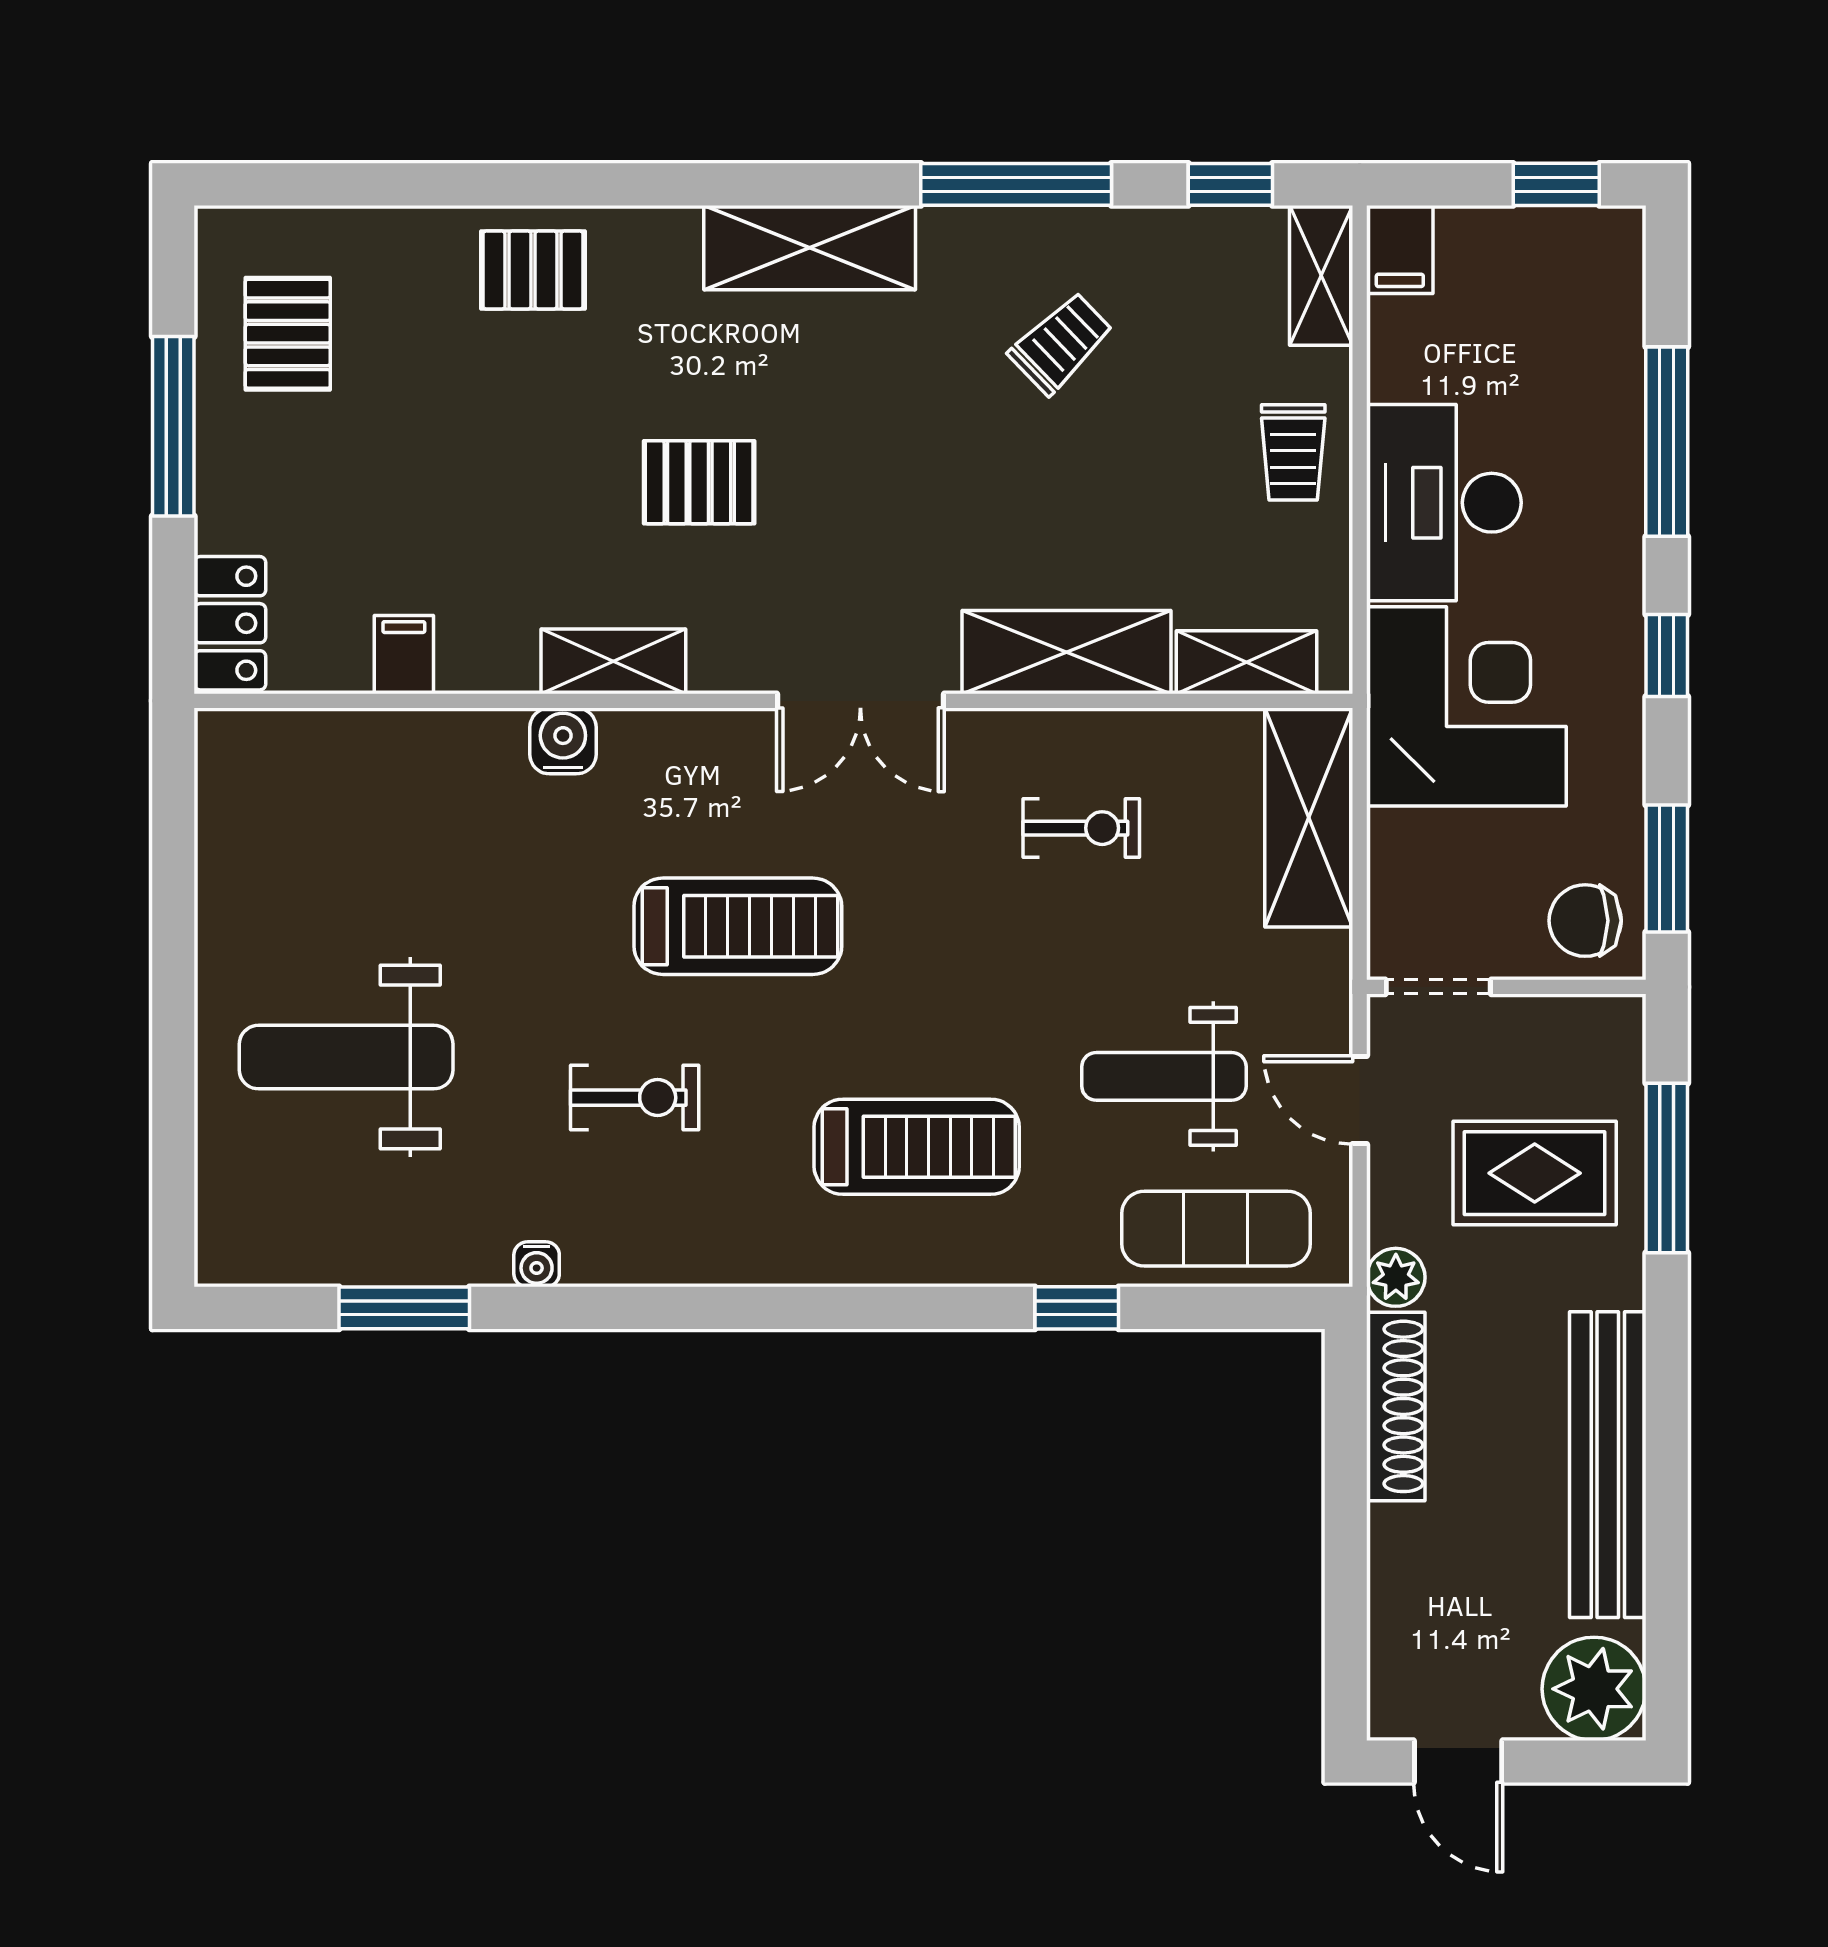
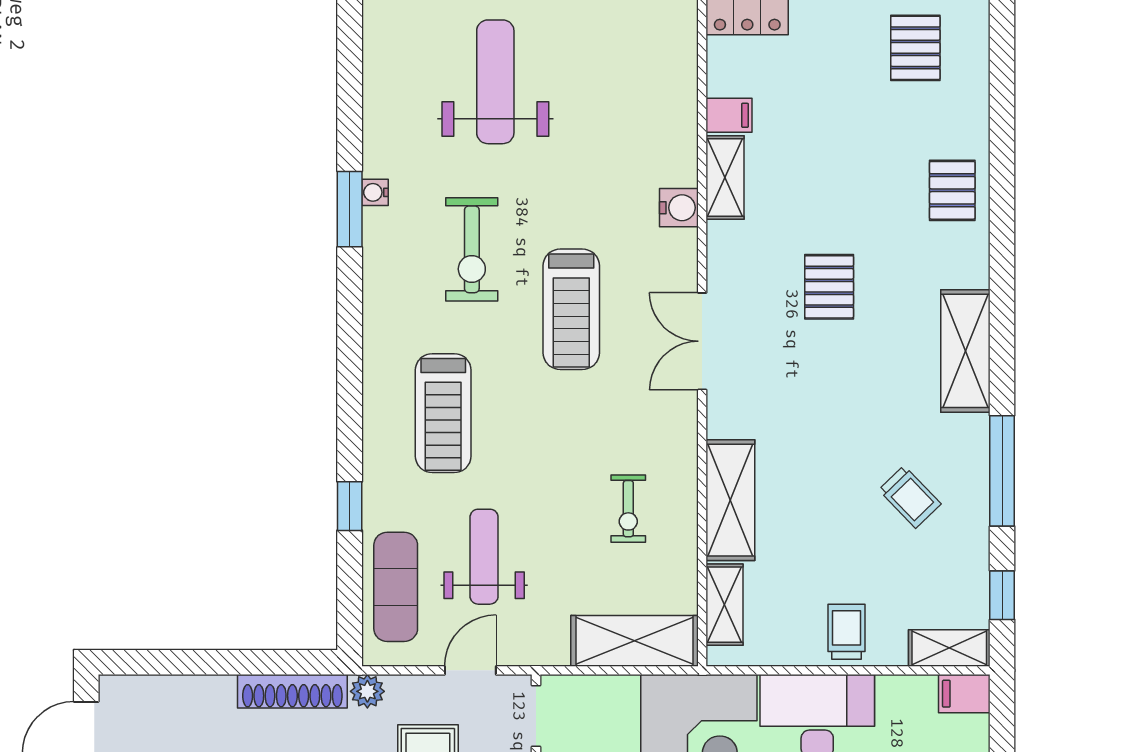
pallet: (288, 334) -> (915, 48), turned 90
trolley: (1293, 452) -> (846, 632), turned 90
shelving: (613, 661) -> (725, 178), moved
double door: (860, 701) -> (702, 341), moved
exercise bike: (635, 1098) -> (472, 249), width x1.38, depth x1.39
window: (404, 1308) -> (350, 209), moved

